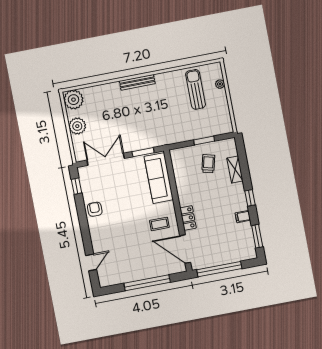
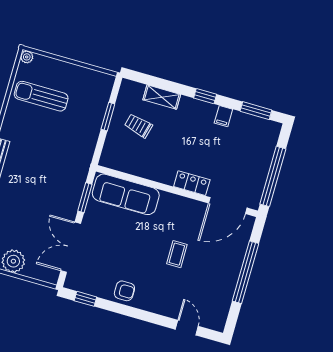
plant: (220, 84) -> (27, 57), moved
armchair: (95, 209) -> (124, 291), turned 180
coffee table: (159, 224) -> (177, 254), moved

